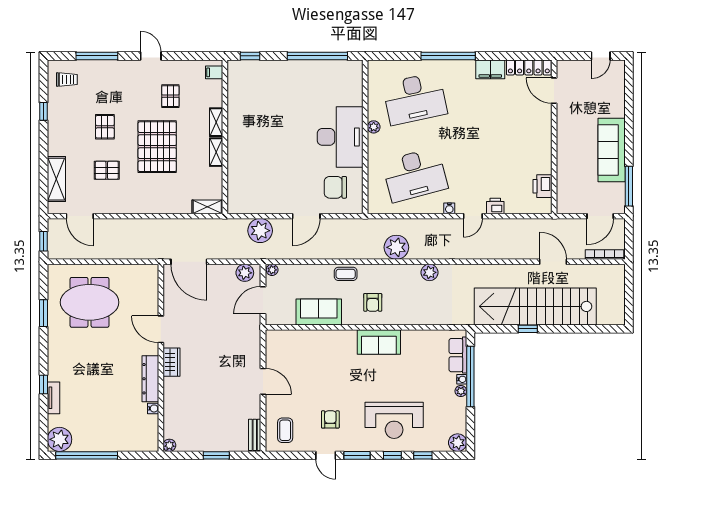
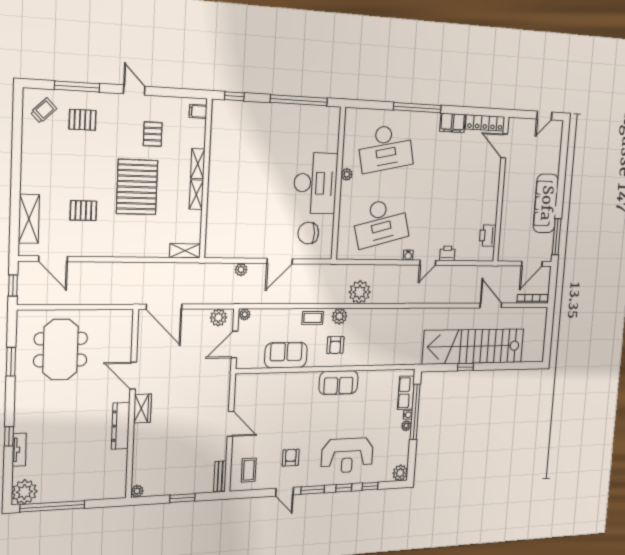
trolley: (67, 80) -> (43, 110), turned -44
window: (43, 111) -> (17, 144), removed
pallet: (105, 127) -> (83, 120), moved, turned 90
plant: (260, 231) -> (241, 270), width x0.53, depth x0.53
plant: (429, 272) -> (339, 316), moved
meeting table: (90, 302) -> (61, 350), turned 90
water cooler: (153, 408) -> (122, 455), removed

